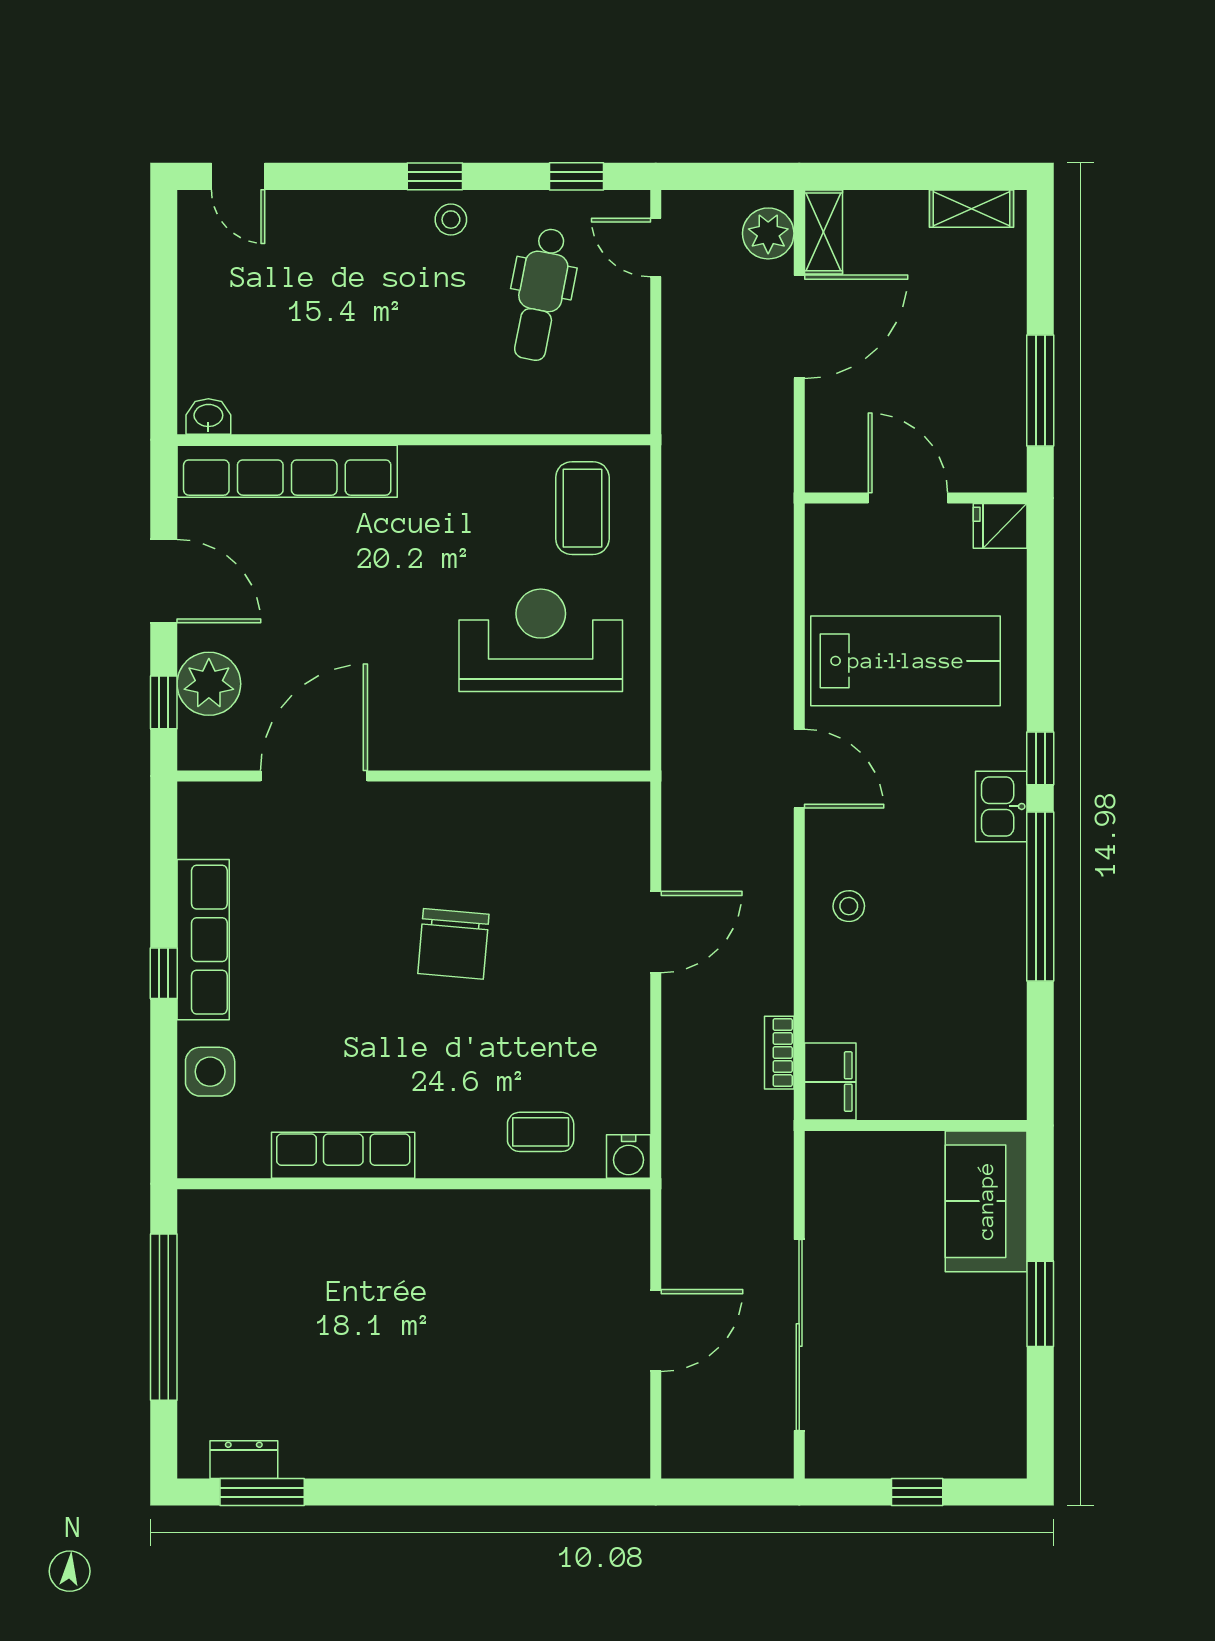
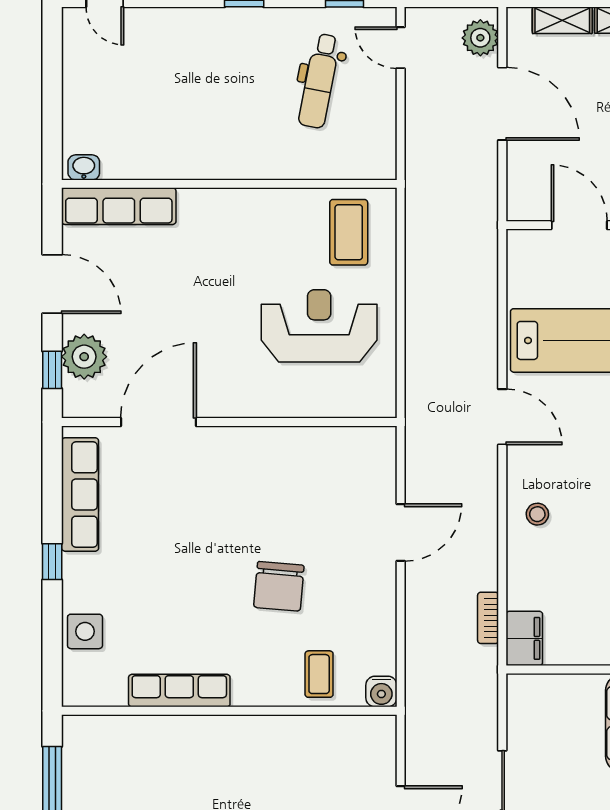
stool: (451, 220) -> (256, 28), removed
shelving: (824, 232) -> (562, 20), moved, turned 90
door: (799, 327) -> (502, 104), hinge flipped
row of seats: (287, 471) -> (119, 206), width x0.73
row of seats: (203, 940) -> (80, 494), moved
chair: (453, 944) -> (279, 586), moved
coffee table: (541, 1132) -> (319, 674), turned 90

